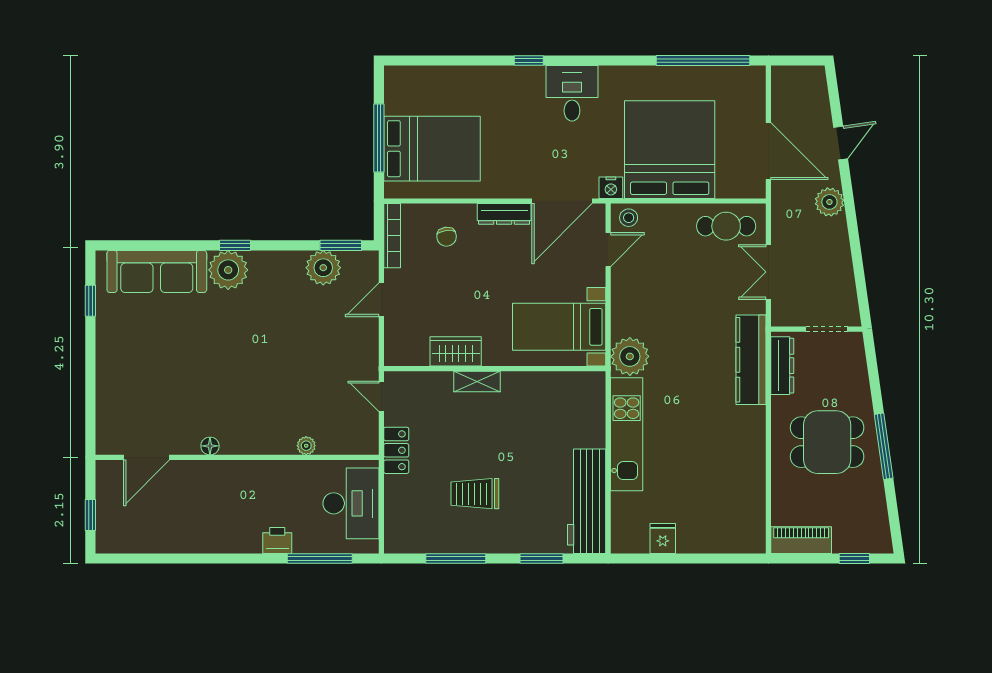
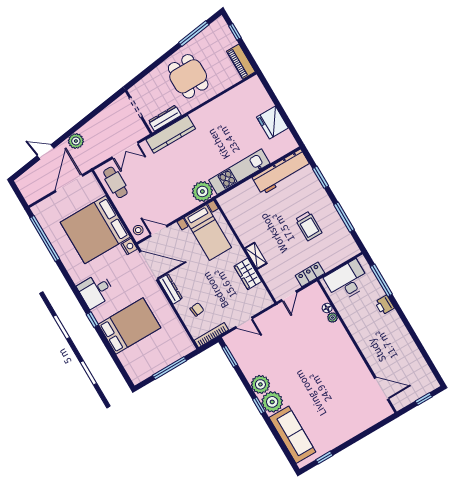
bed: (432, 149) -> (129, 326), moved, turned 90
plant: (323, 268) -> (260, 384), moved
floor lamp: (210, 446) -> (327, 308), moved
window: (884, 446) -> (194, 34), moved
fridge: (663, 538) -> (272, 123), width x1.88, depth x1.34

